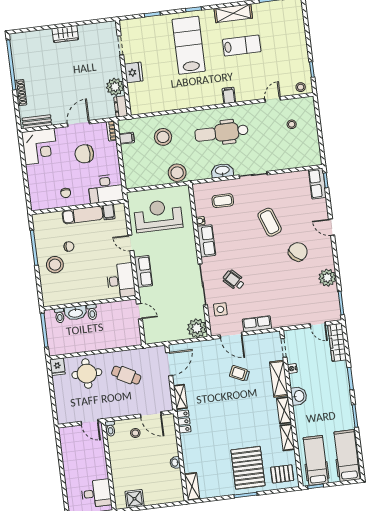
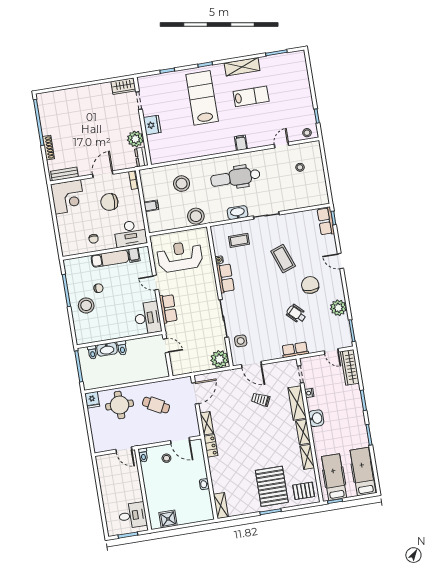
wardrobe: (65, 34) -> (123, 86), moved
filing cabinet: (127, 138) -> (151, 206), moved
chair: (298, 252) -> (310, 285), turned -44
wheelchair: (234, 280) -> (296, 314), moved
row of seats: (257, 324) -> (295, 350), moved

